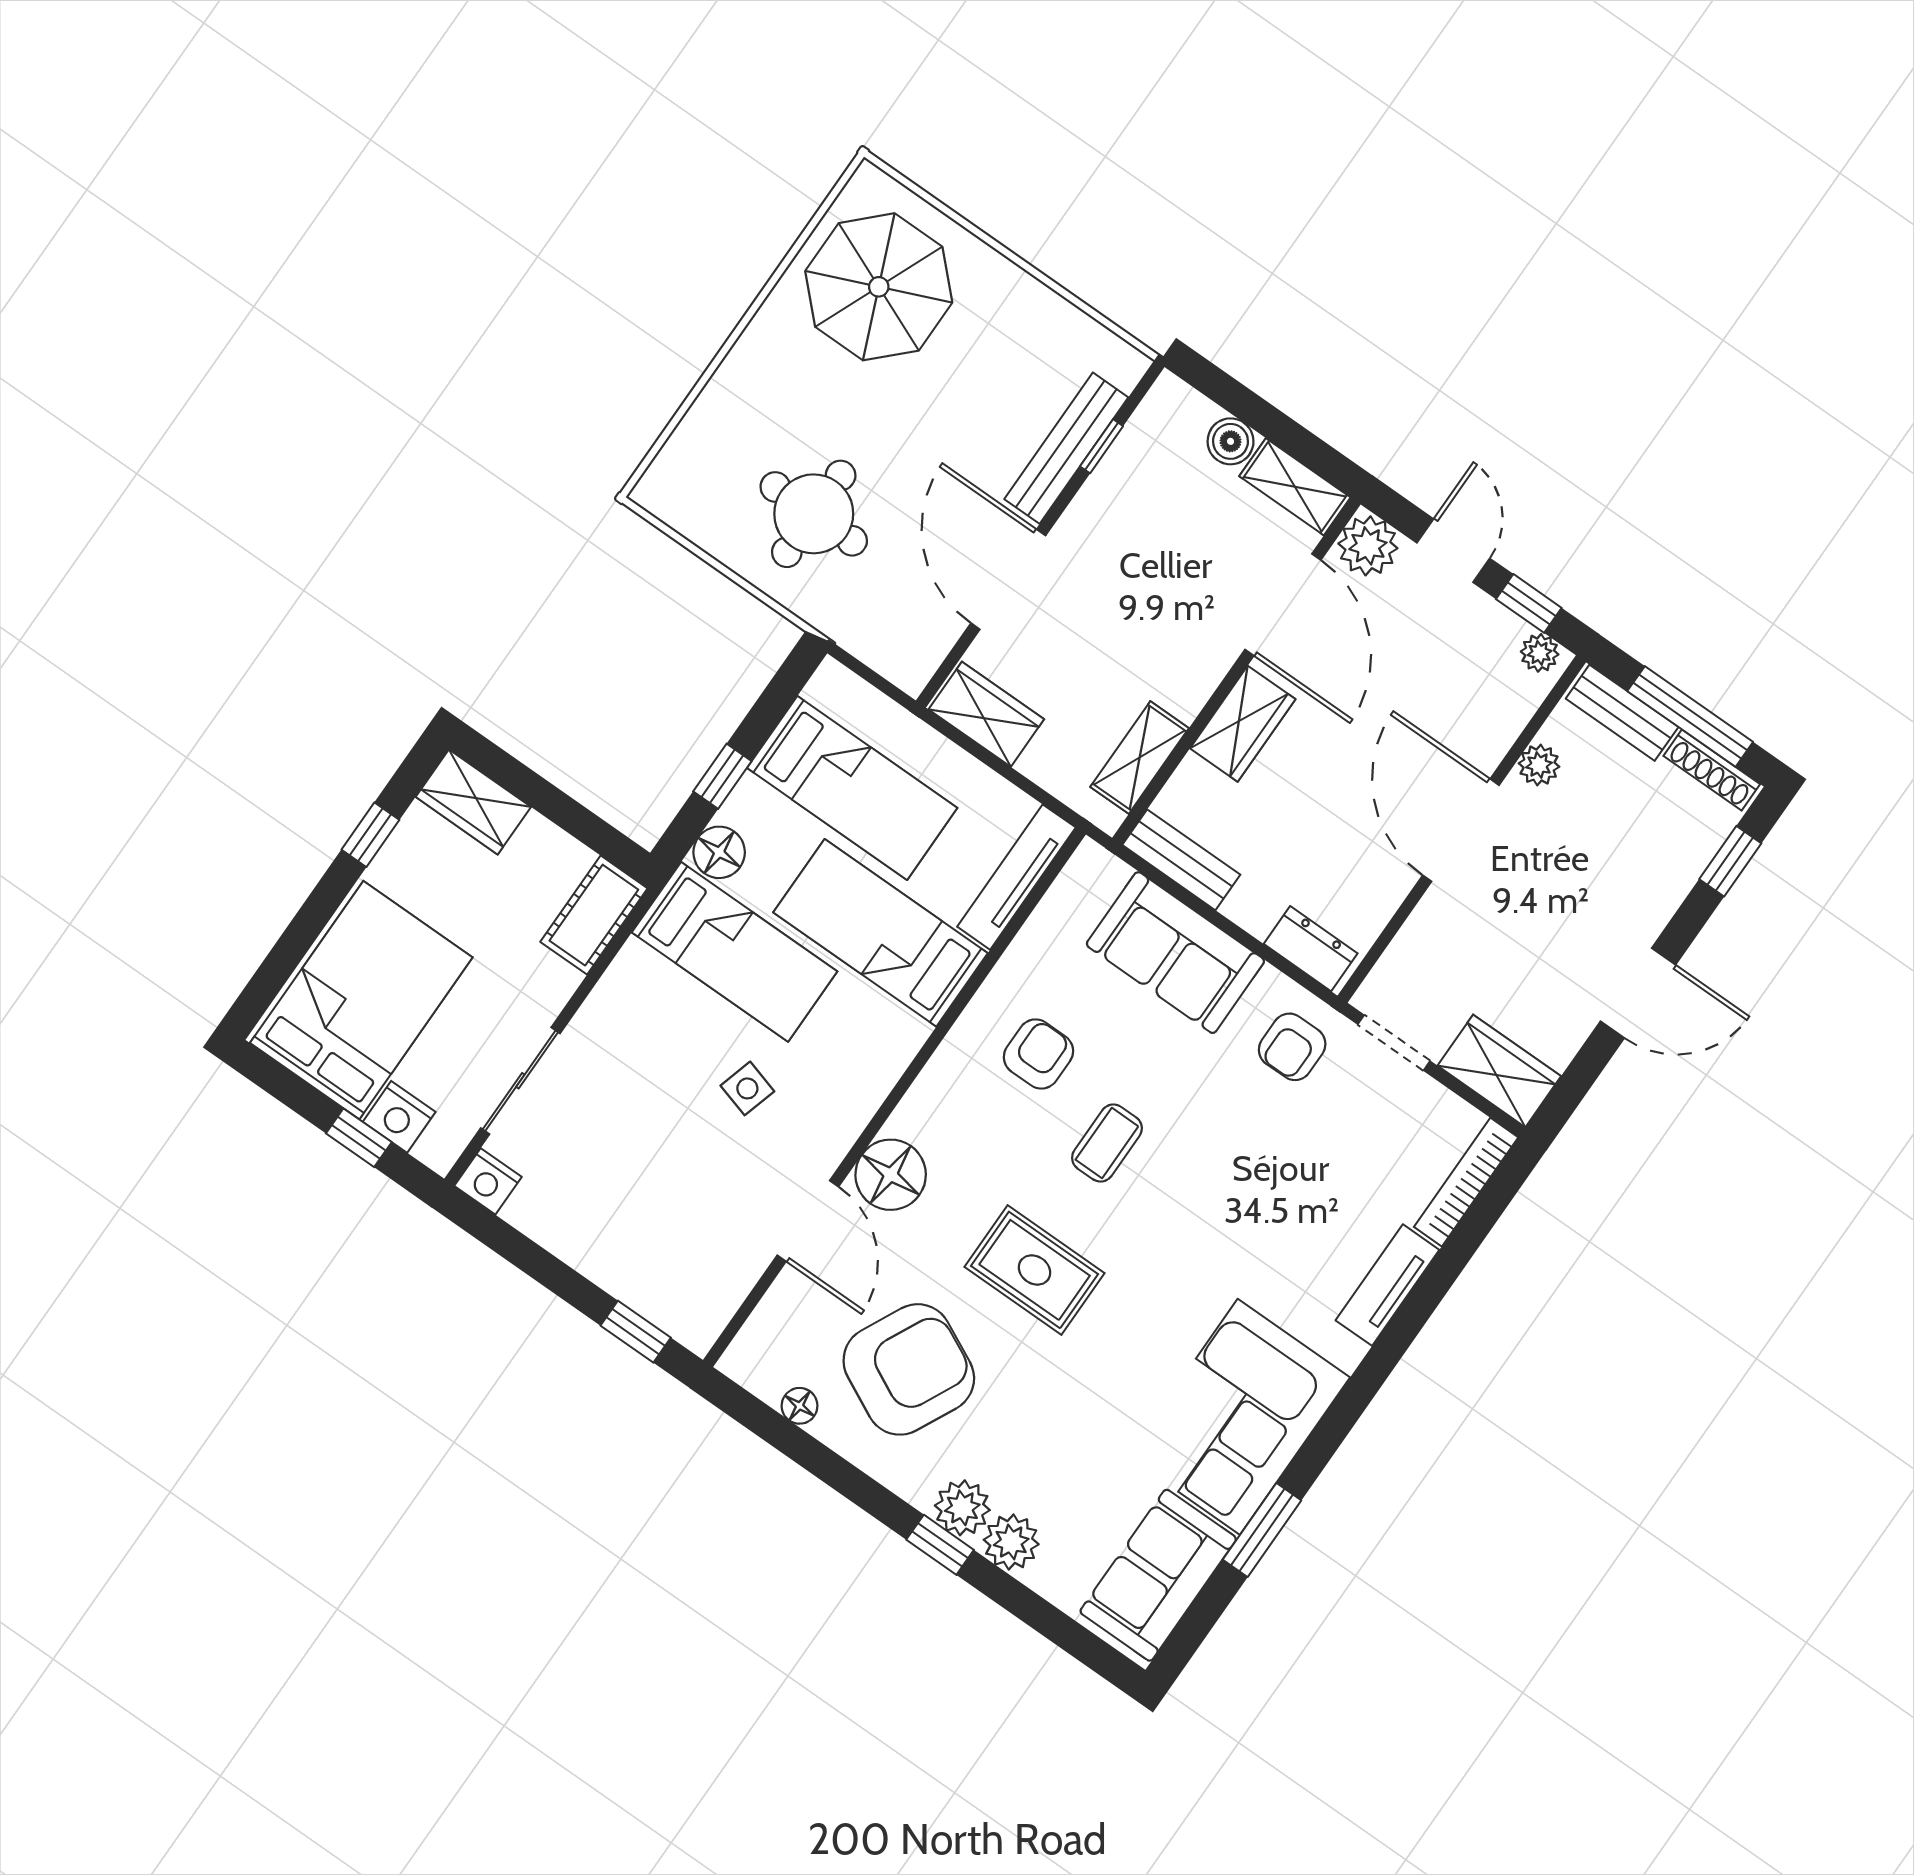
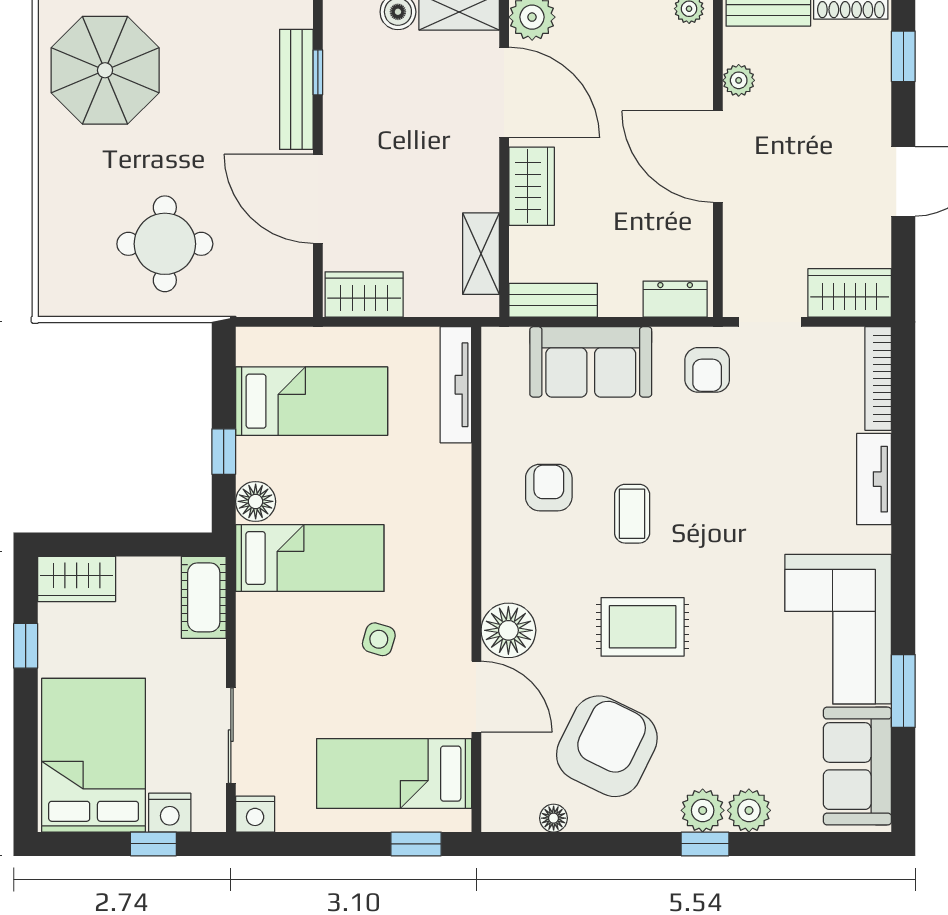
bed: (880, 933) -> (394, 774), moved

